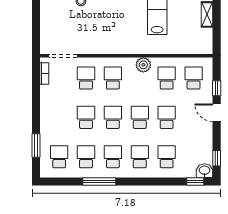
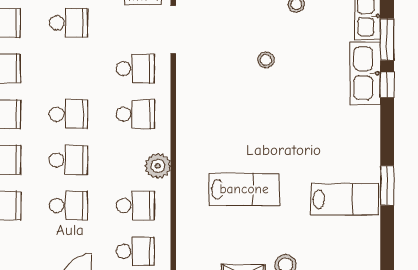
school desk: (86, 117) -> (68, 23), moved

